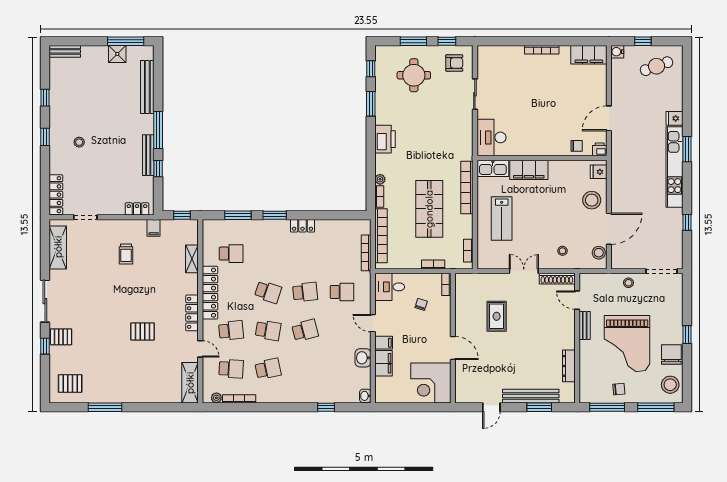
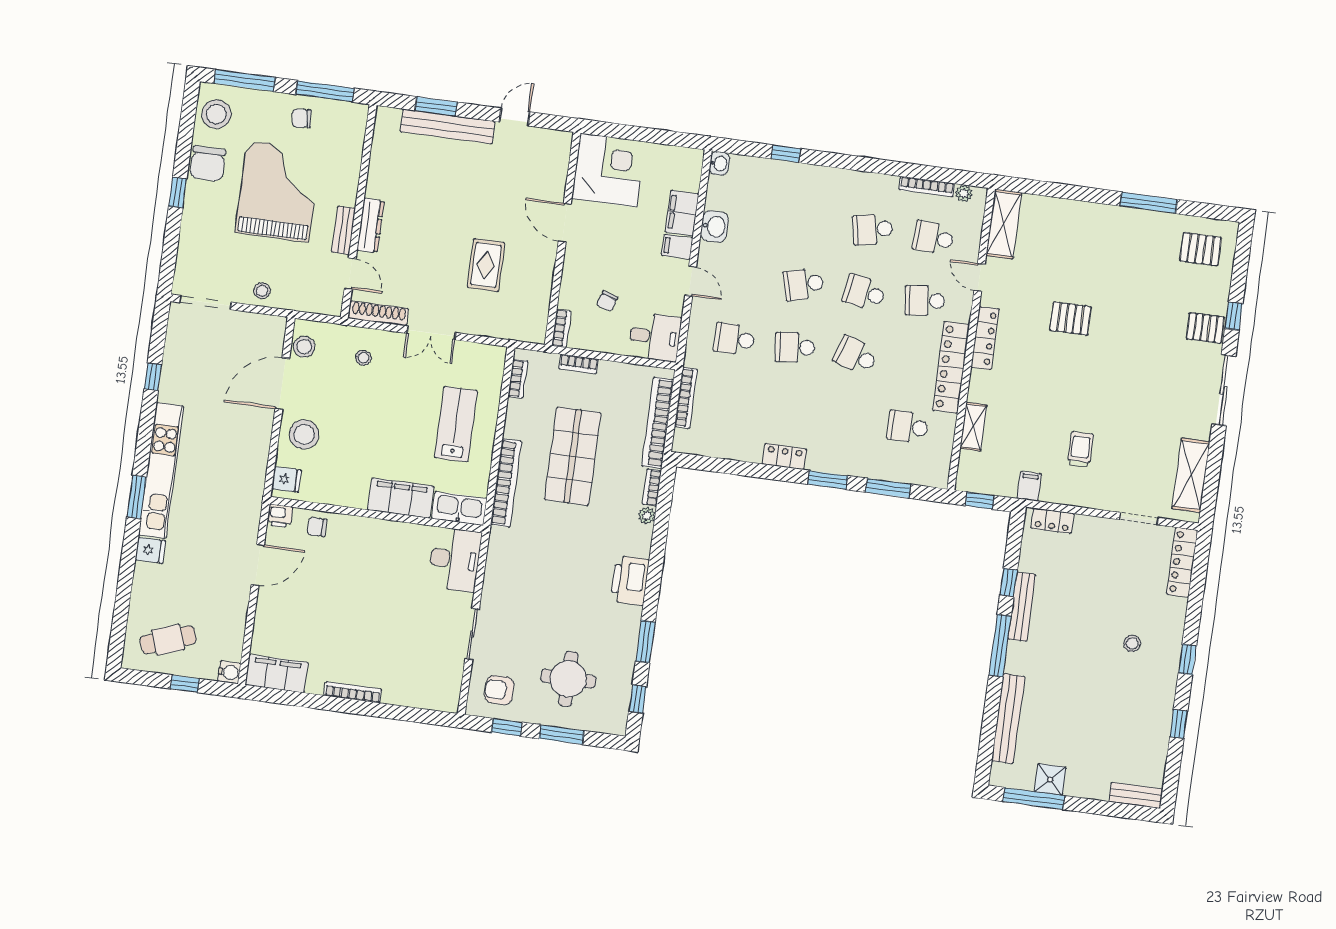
dresser: (569, 366) -> (371, 226), moved

